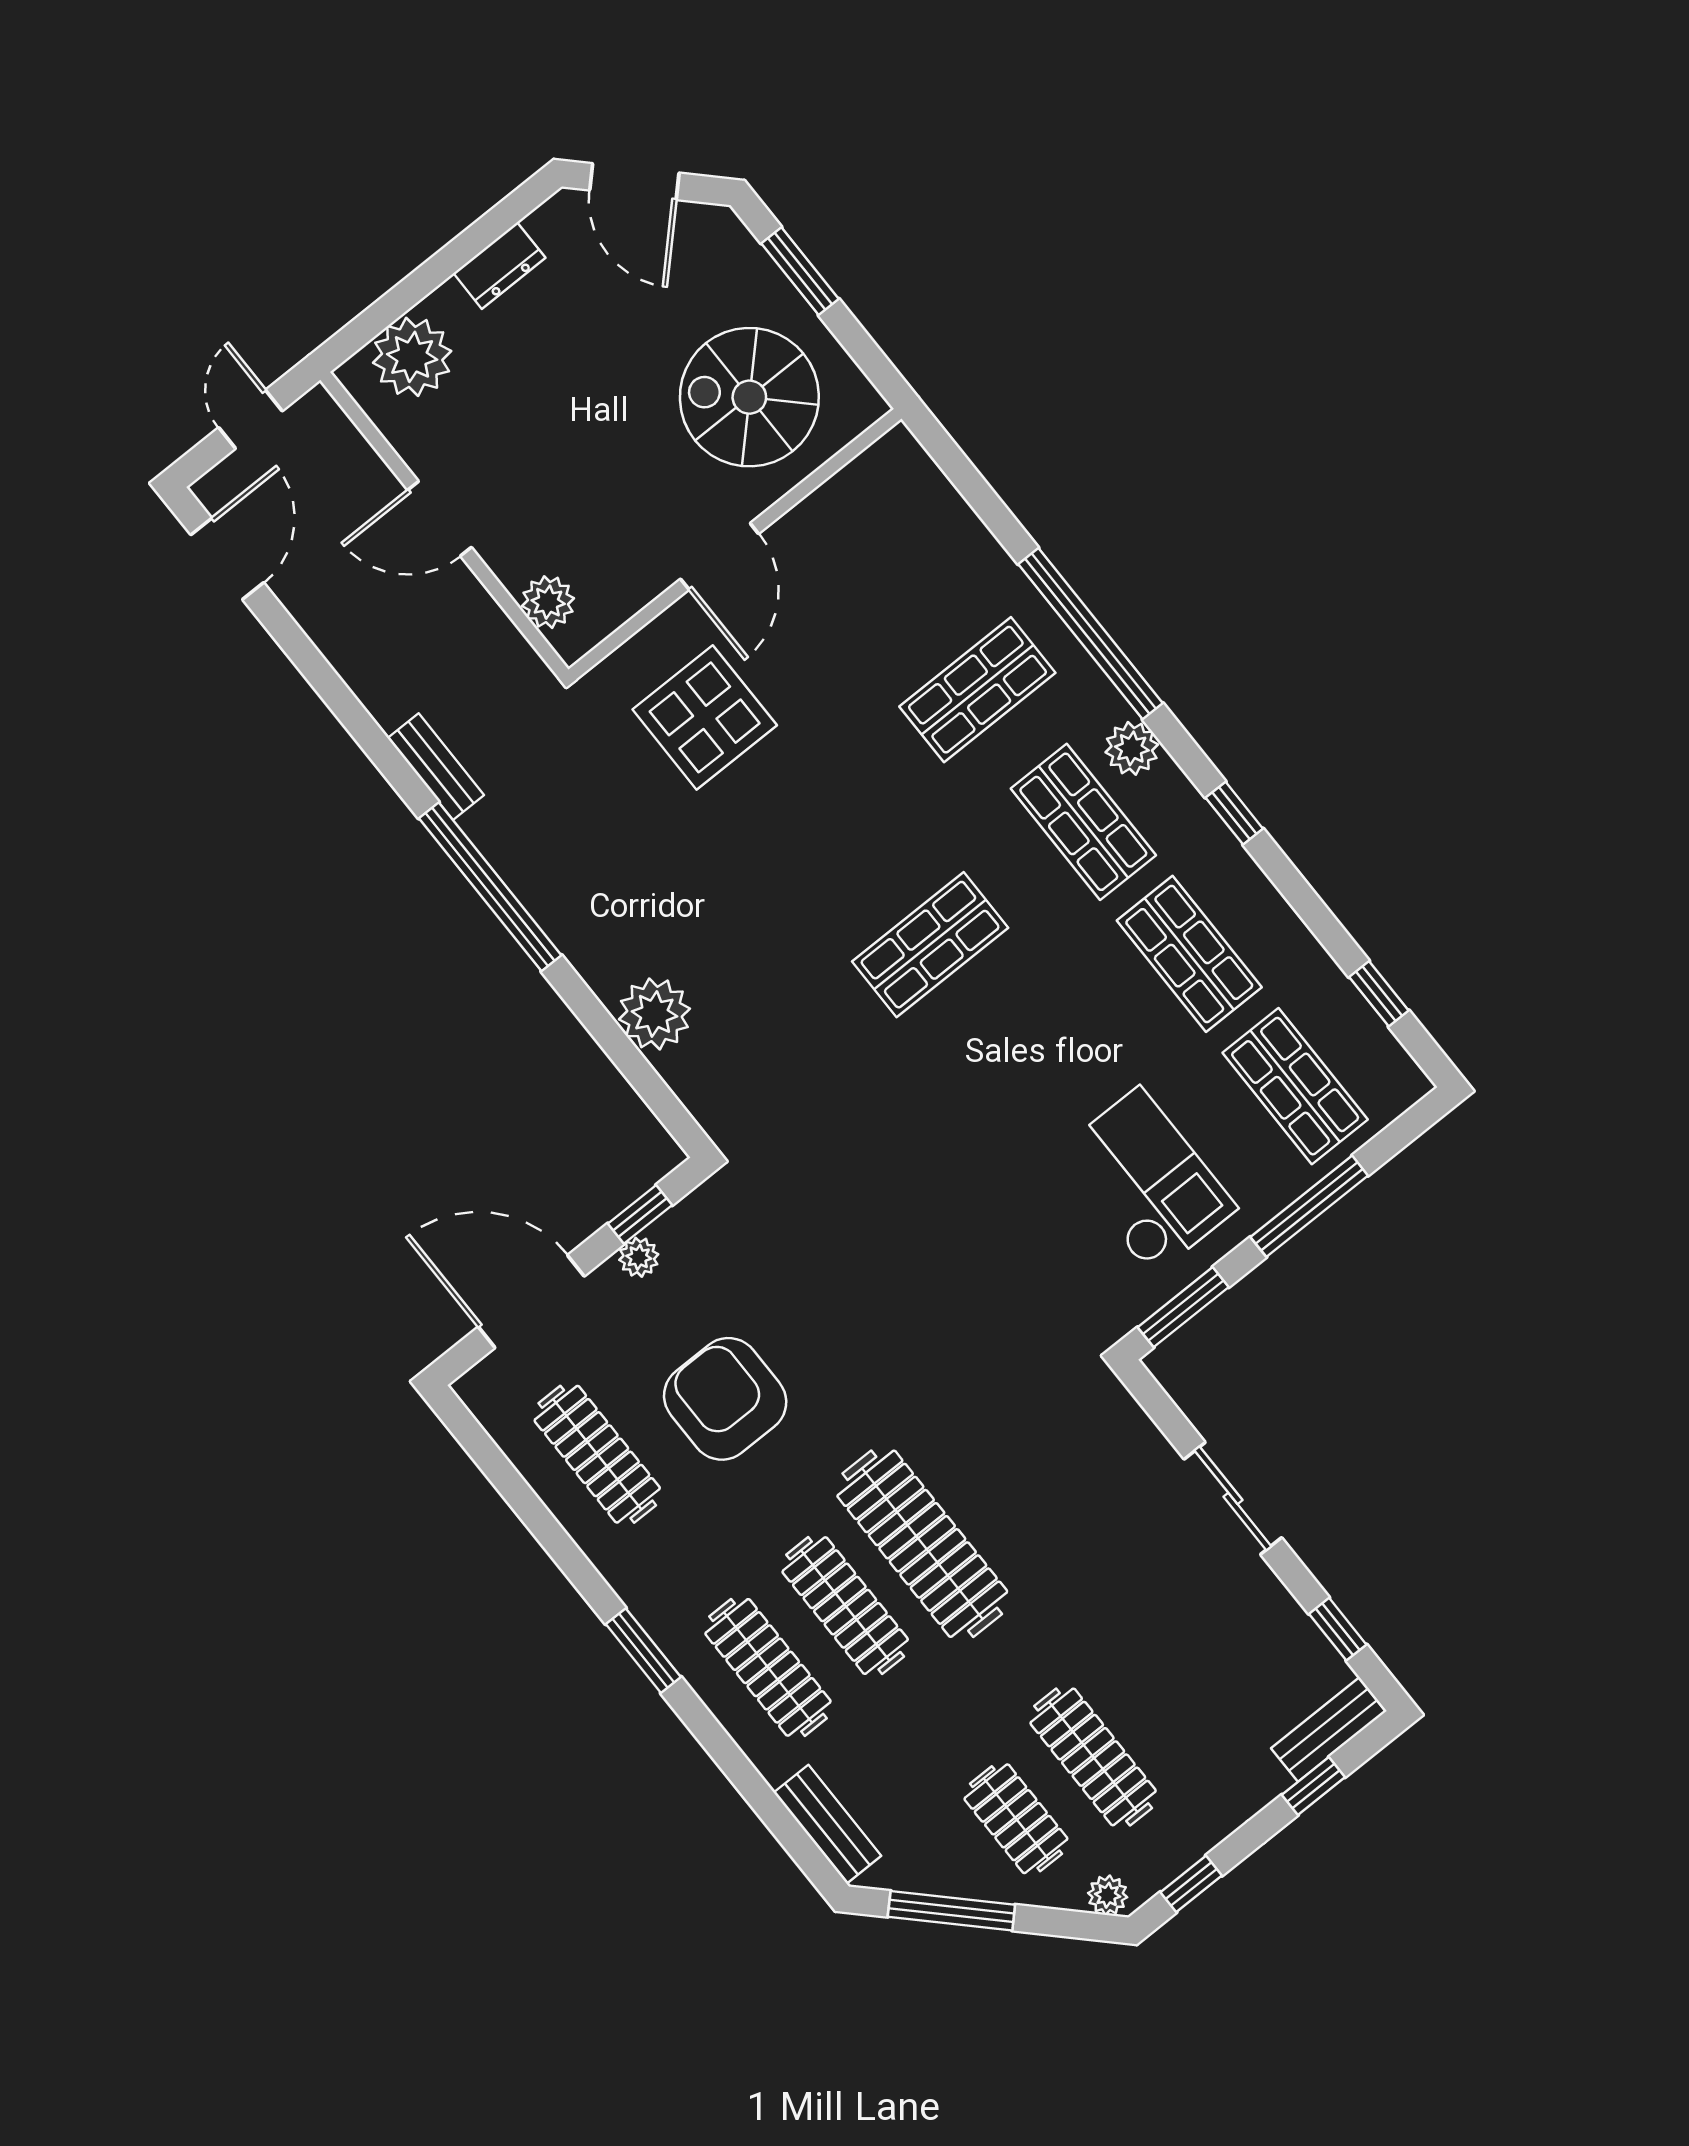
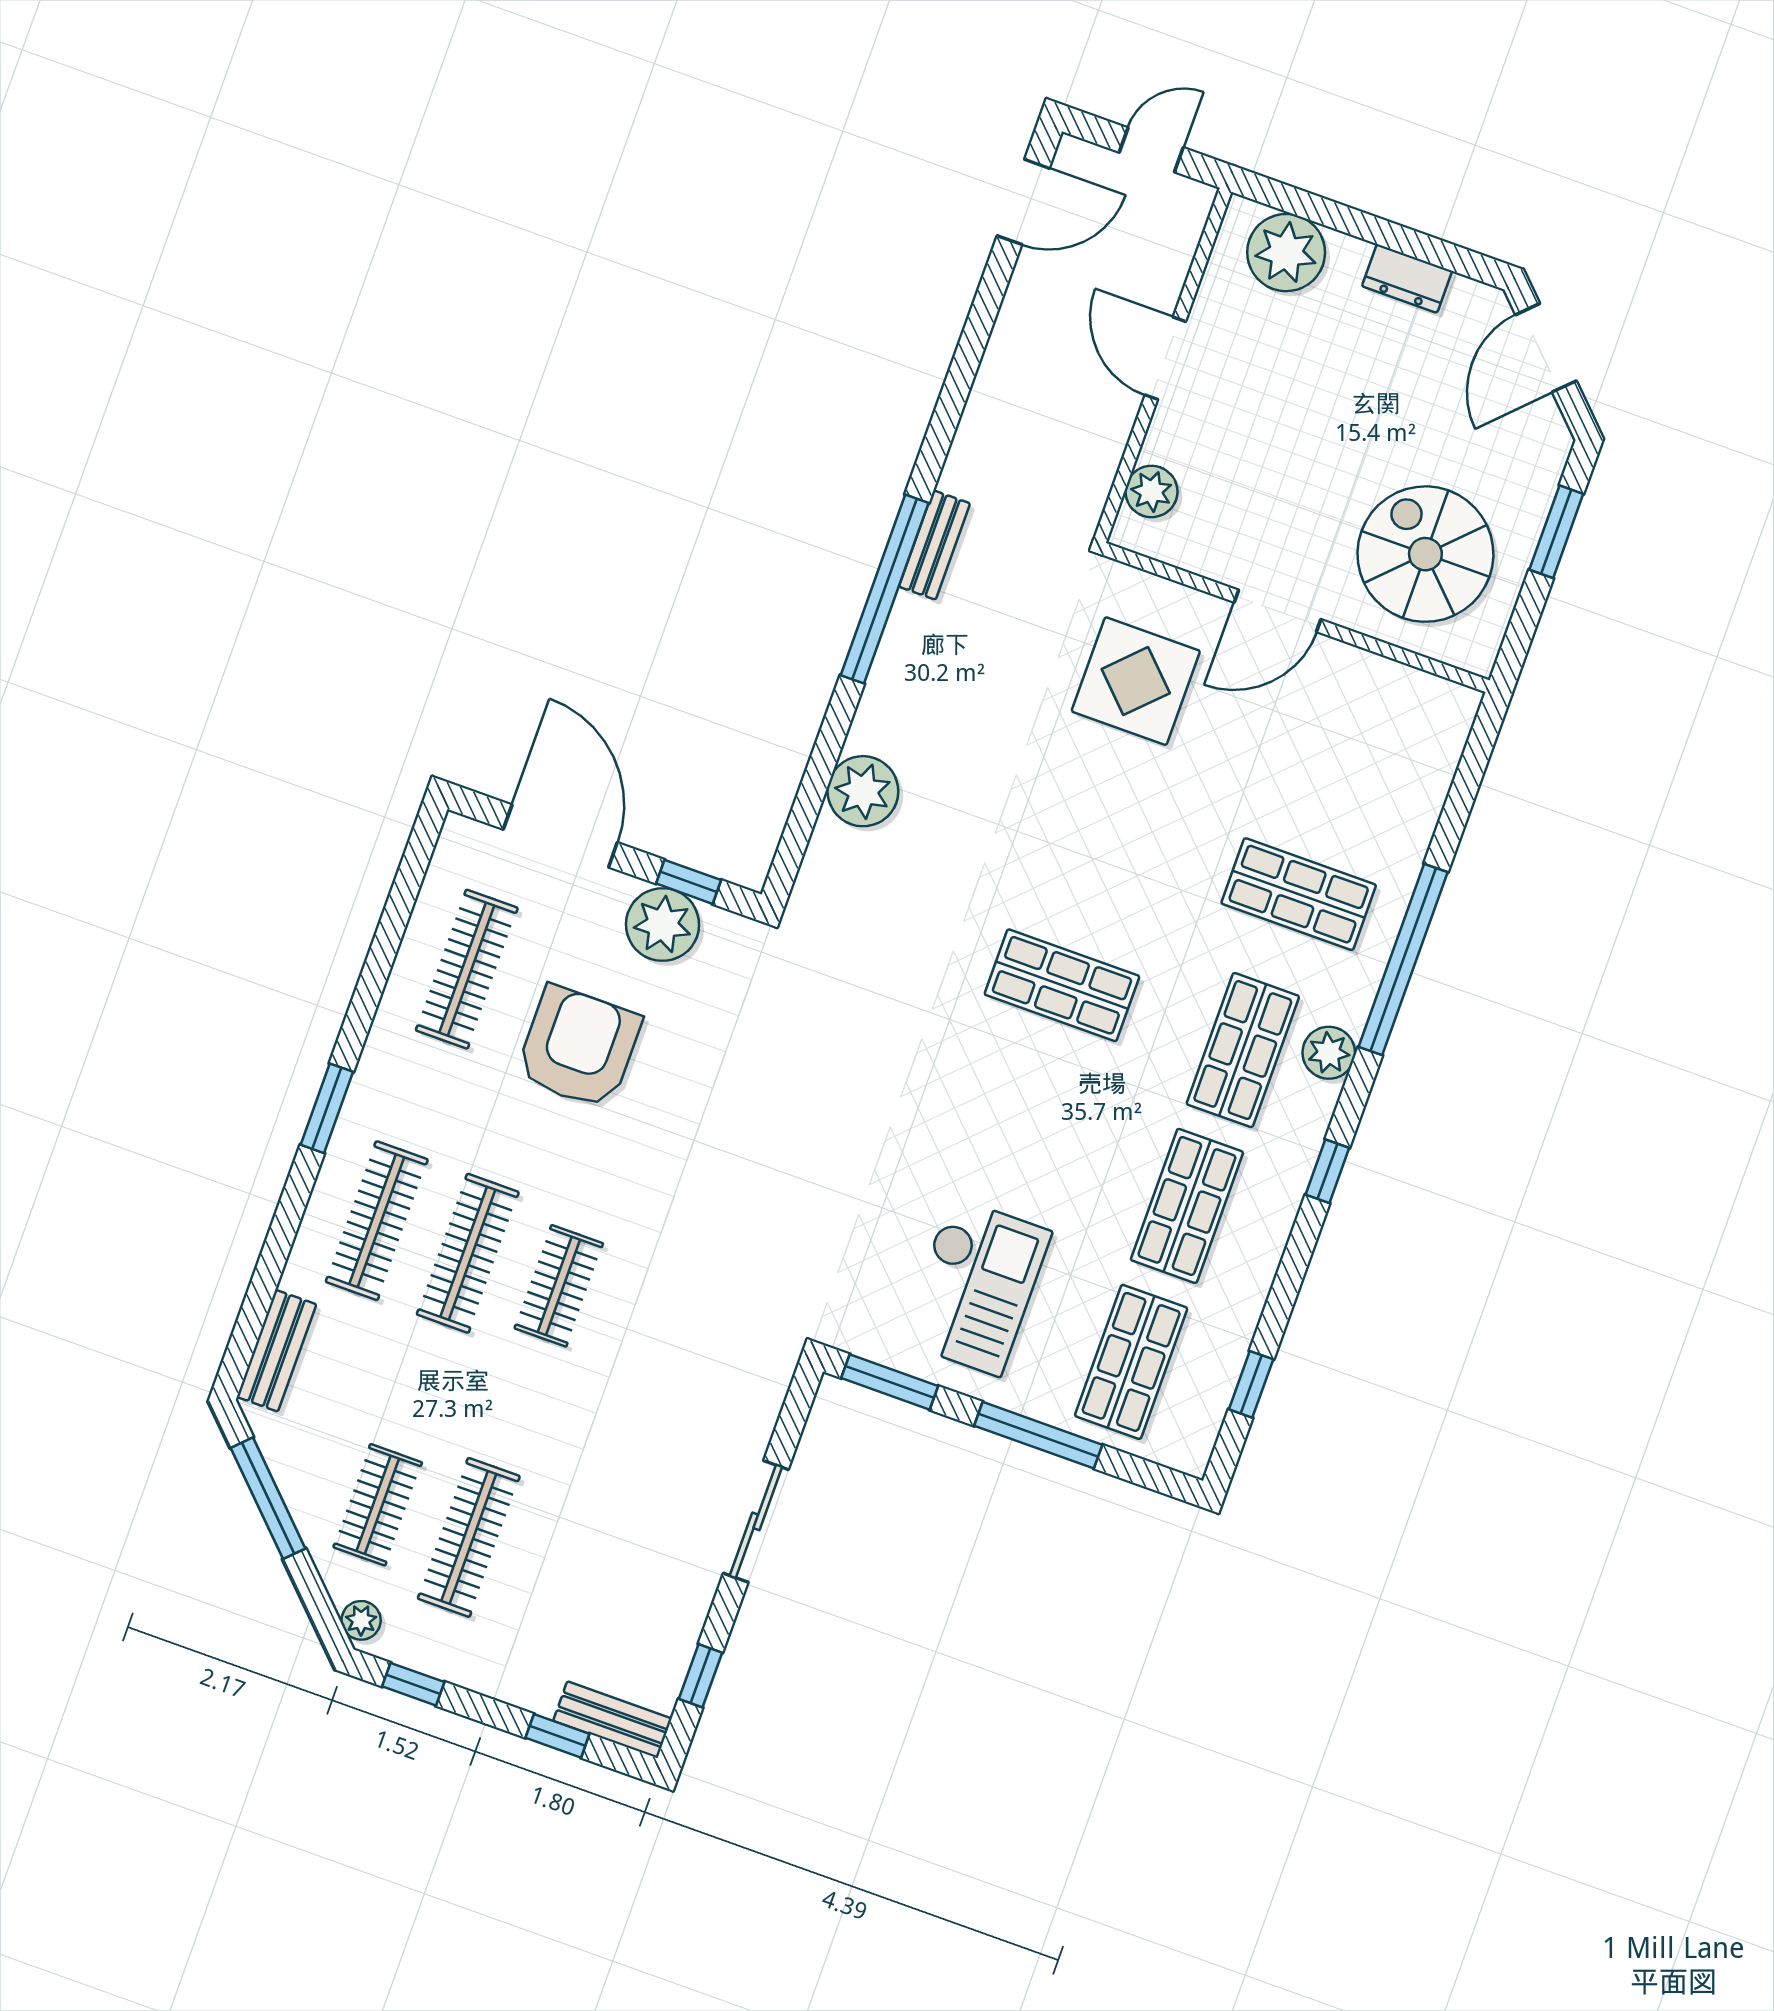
bench: (436, 767) -> (934, 545), moved
plant: (639, 1257) -> (663, 925), width x1.88, depth x1.88
clothes rail: (922, 1544) -> (559, 1286), width x0.54, depth x0.76

